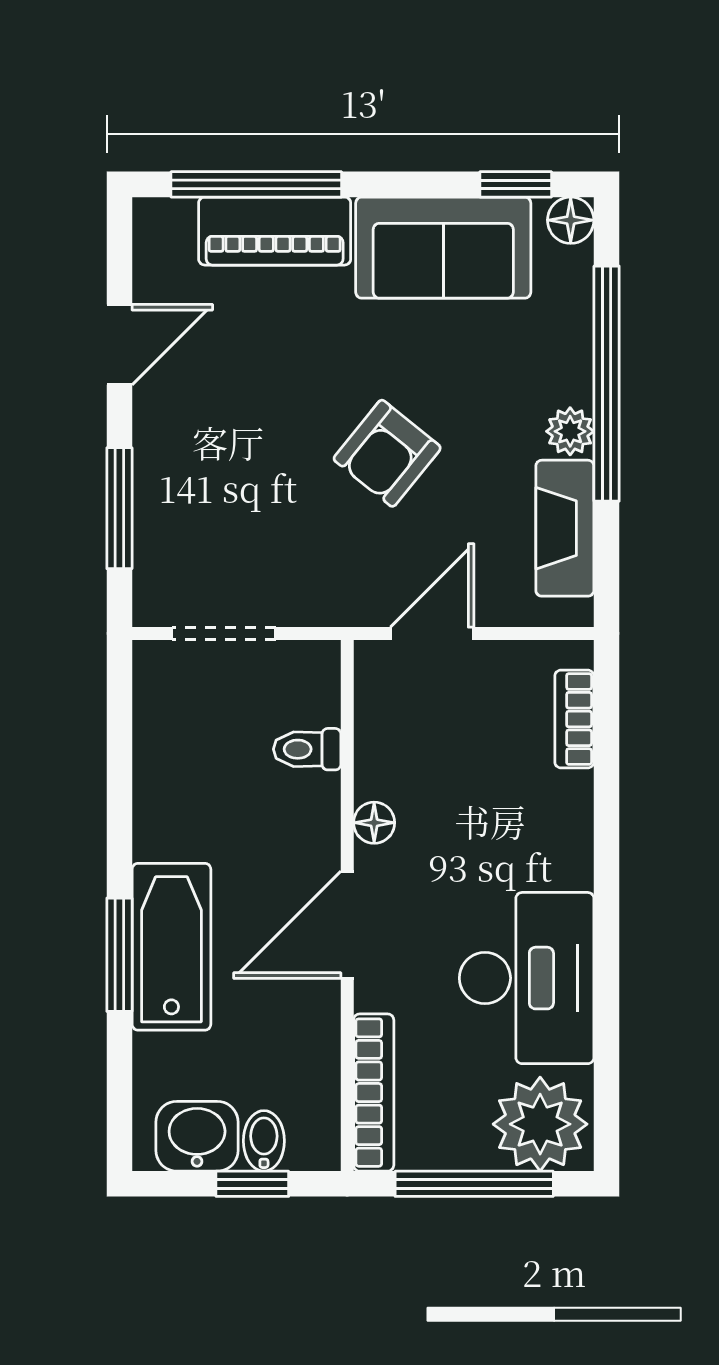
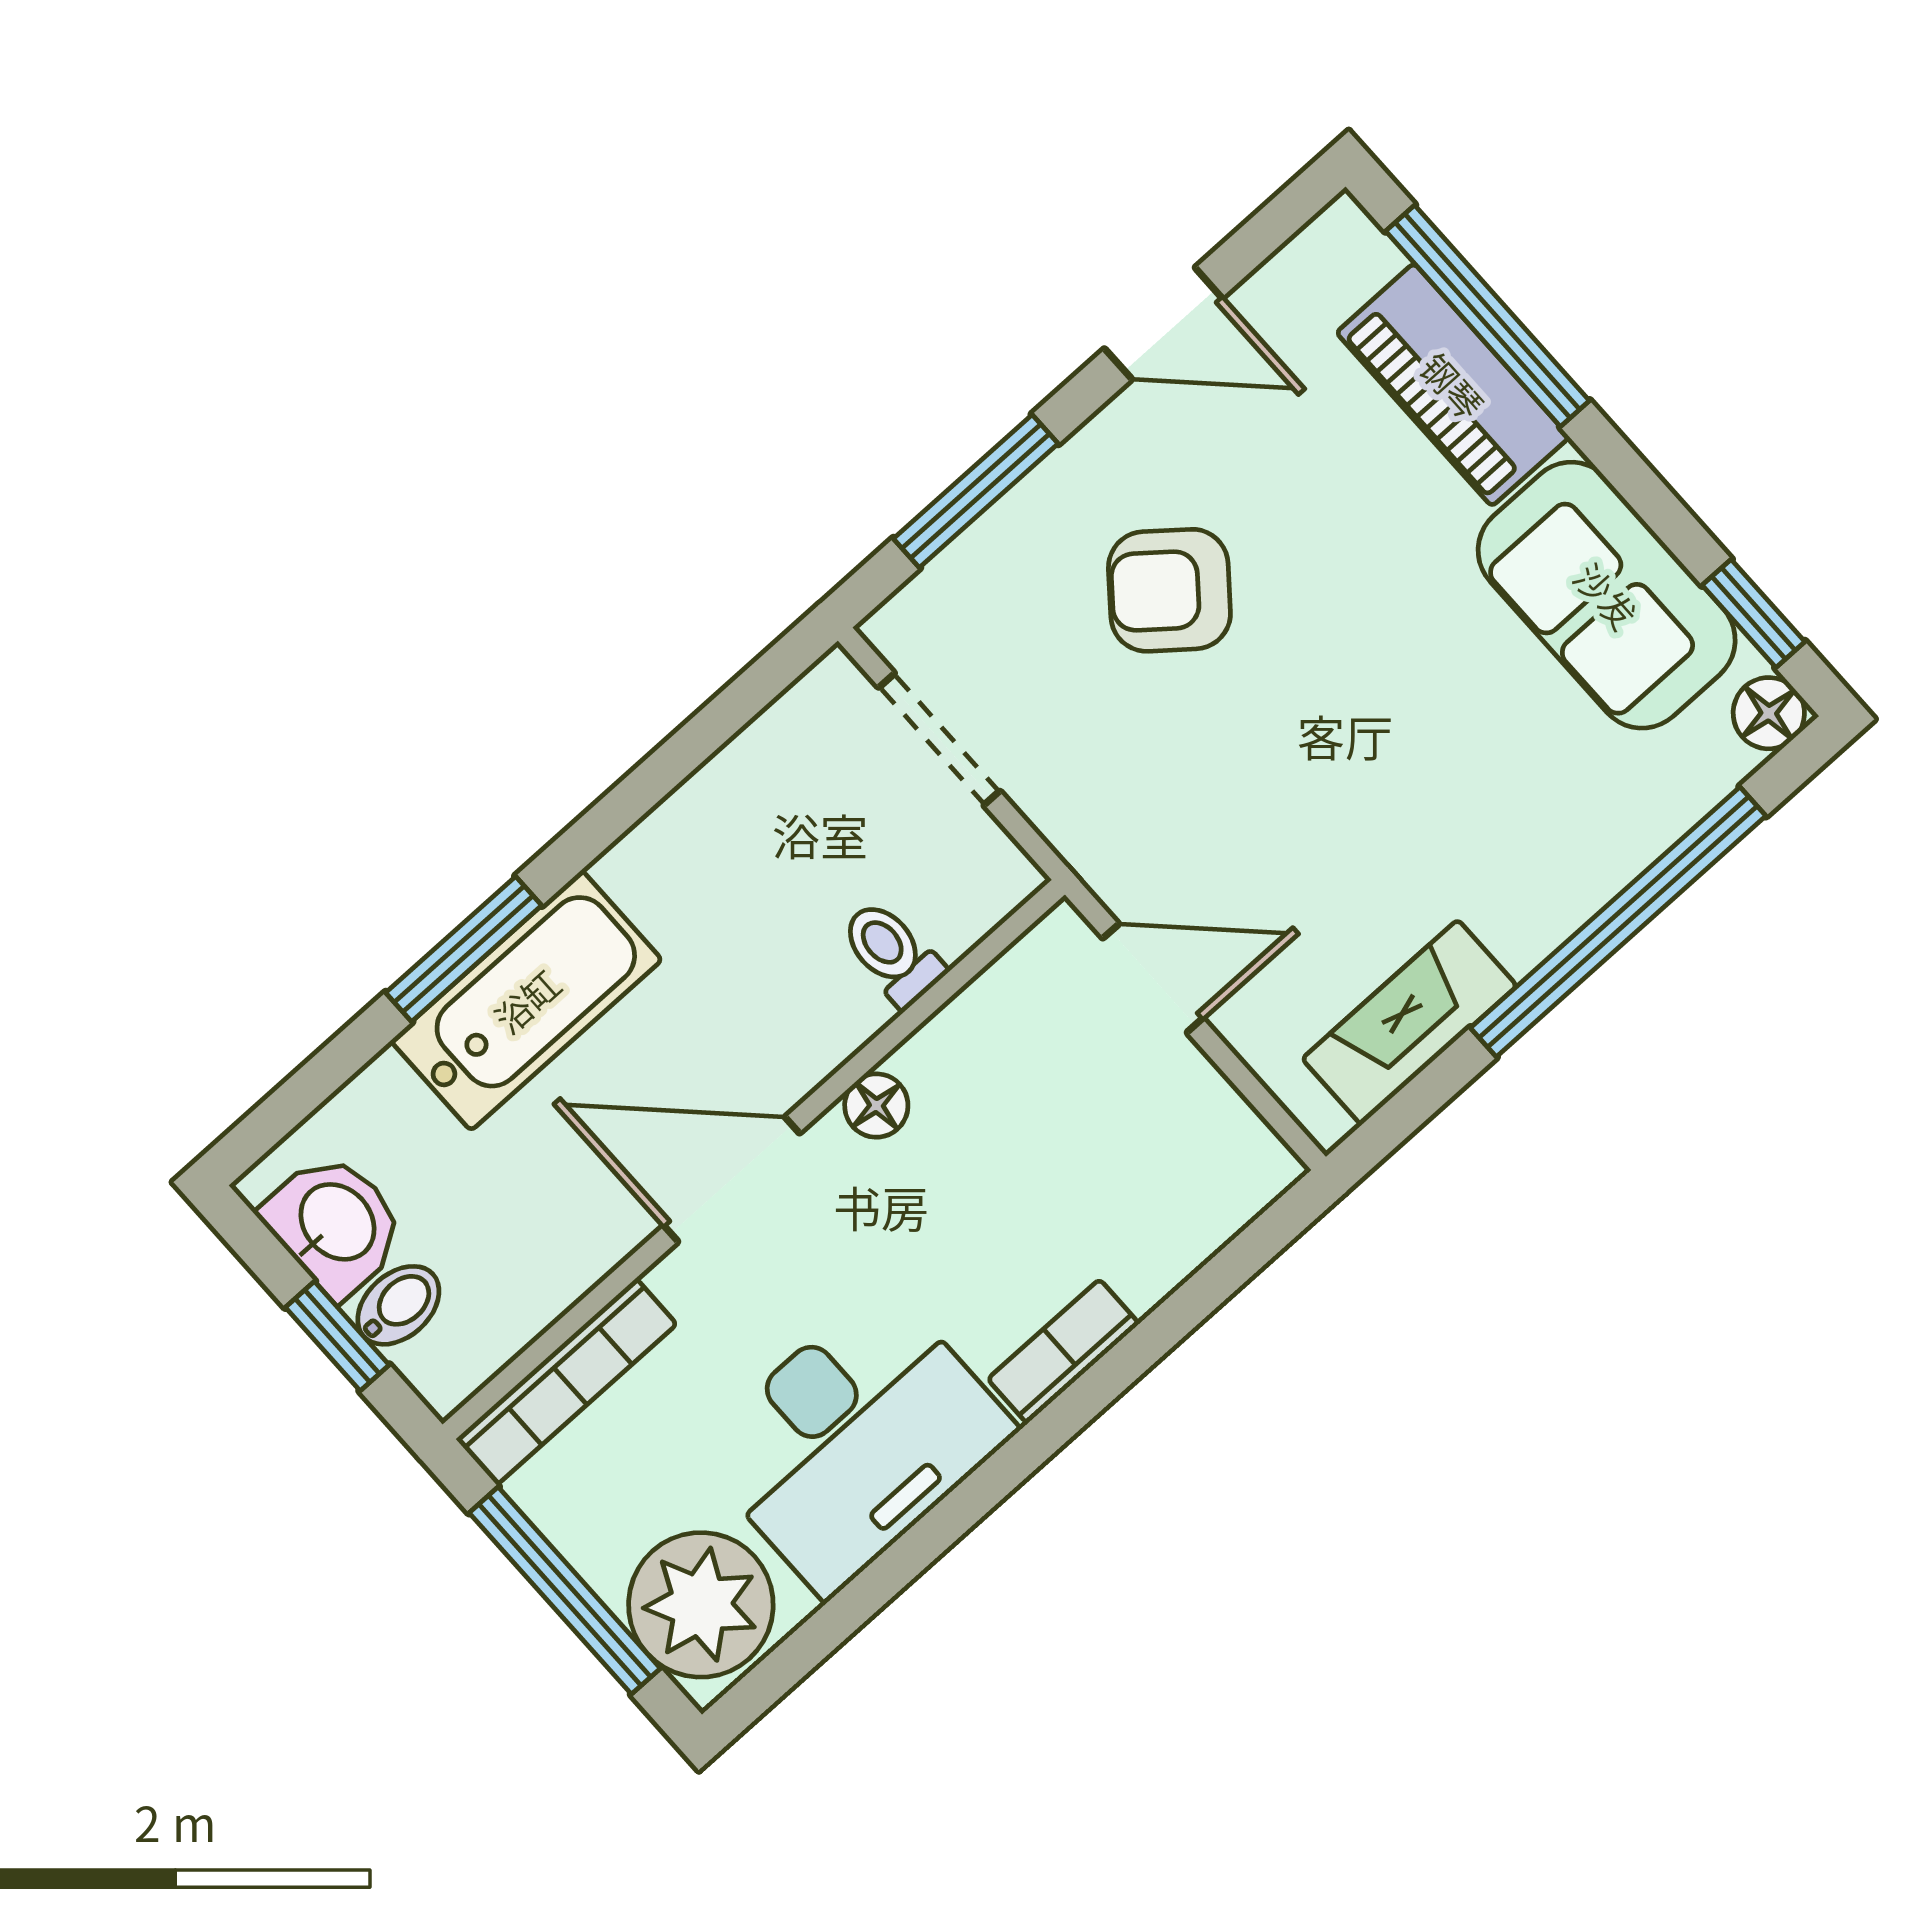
plant: (570, 431) -> (1526, 929), removed
armchair: (387, 453) -> (1169, 590), moved
bookcase: (574, 719) -> (1063, 1351), moved

